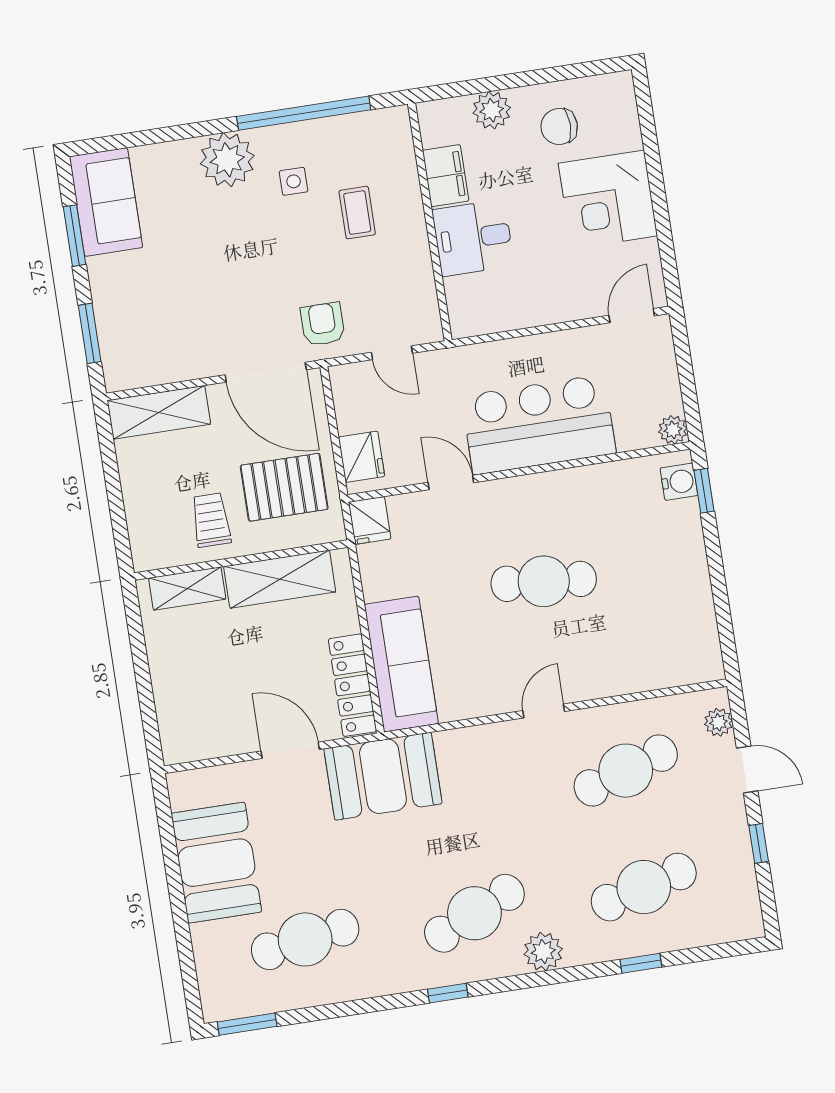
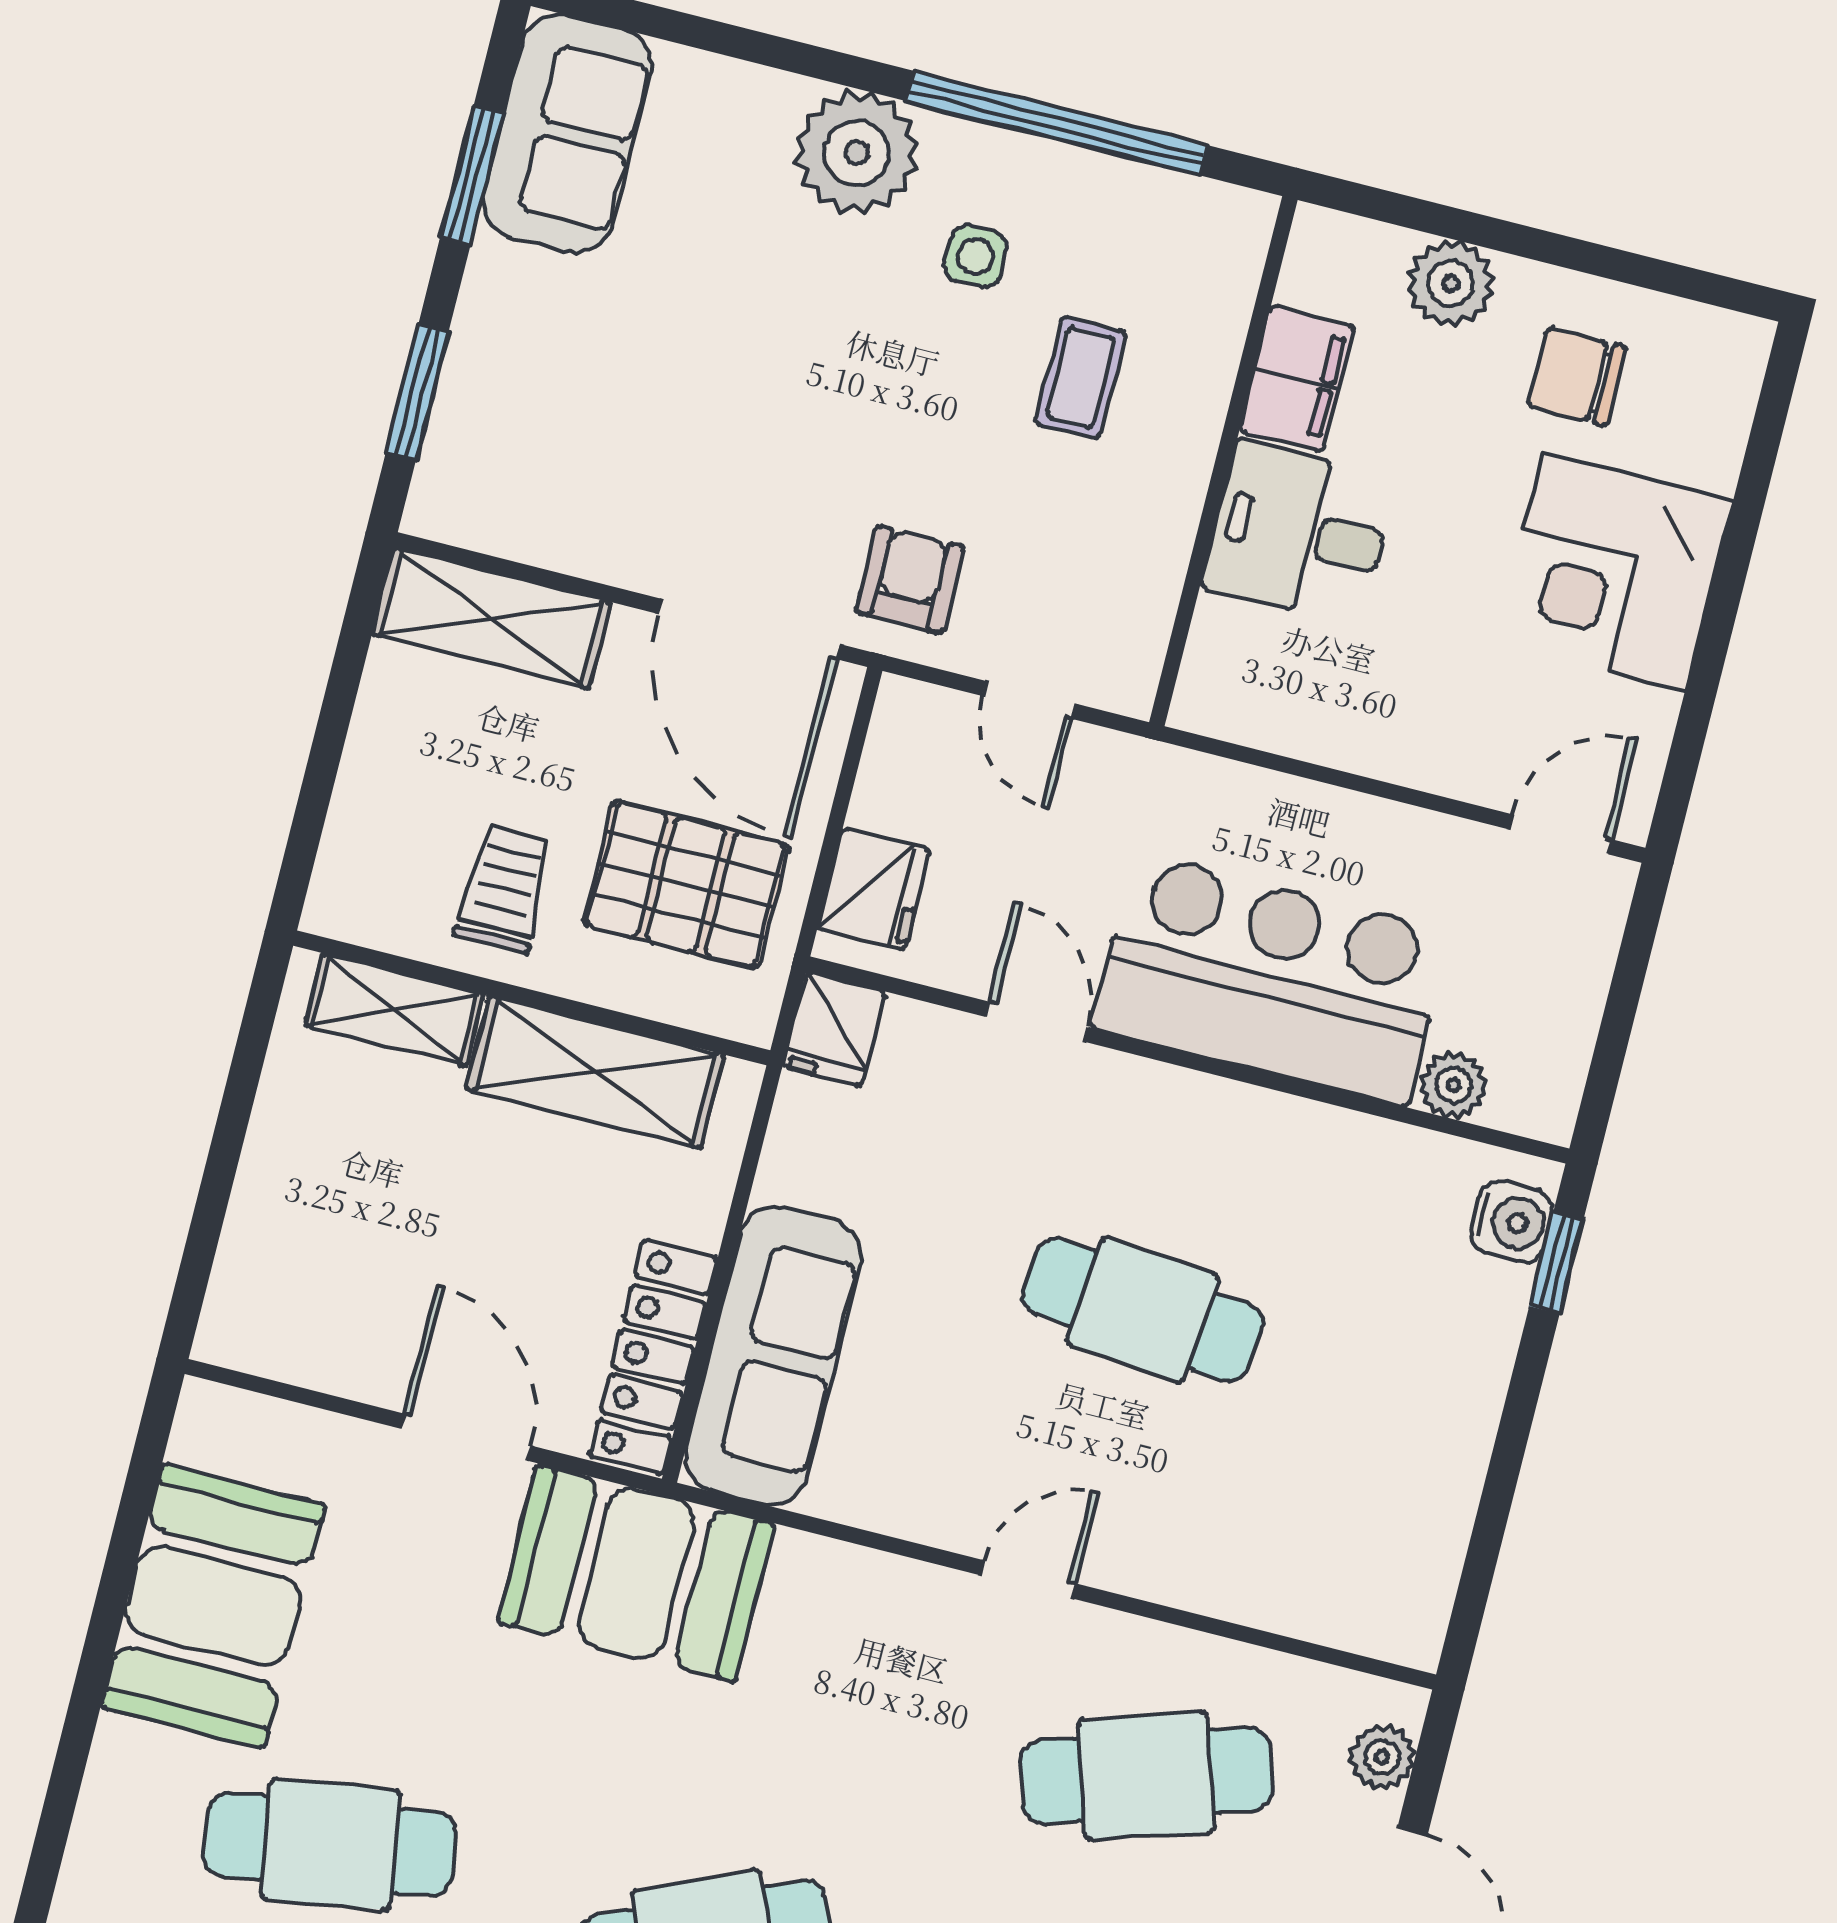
plant: (673, 430) -> (1453, 1085), moved

